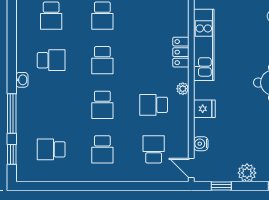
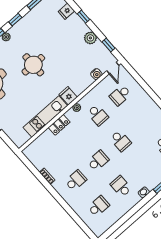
school desk: (102, 105) -> (121, 141), turned 90
fridge: (204, 109) -> (68, 96), moved
school desk: (102, 149) -> (143, 121), removed

